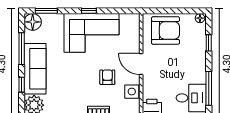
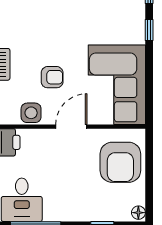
window: (89, 11) -> (149, 30), moved
corner sofa: (91, 33) -> (117, 85), moved

